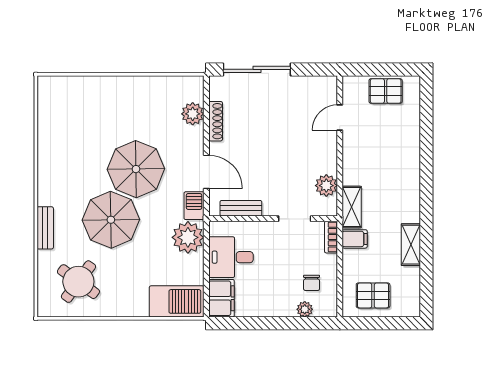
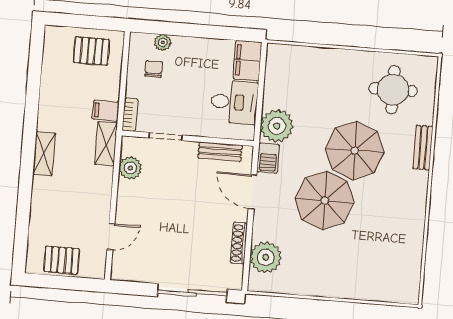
plant: (193, 114) -> (266, 257), width x1.36, depth x1.36
shelving: (411, 245) -> (44, 154), moved
round table: (78, 282) -> (393, 90), turned -36
barbecue: (177, 301) -> (294, 61), removed

